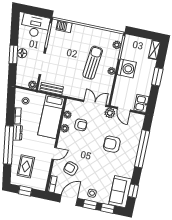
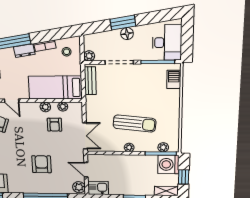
window: (145, 34) -> (184, 177), added
washing machine: (127, 68) -> (168, 164), moved, turned 90
door: (124, 109) -> (86, 170), hinge flipped
plant: (110, 113) -> (79, 187), moved

